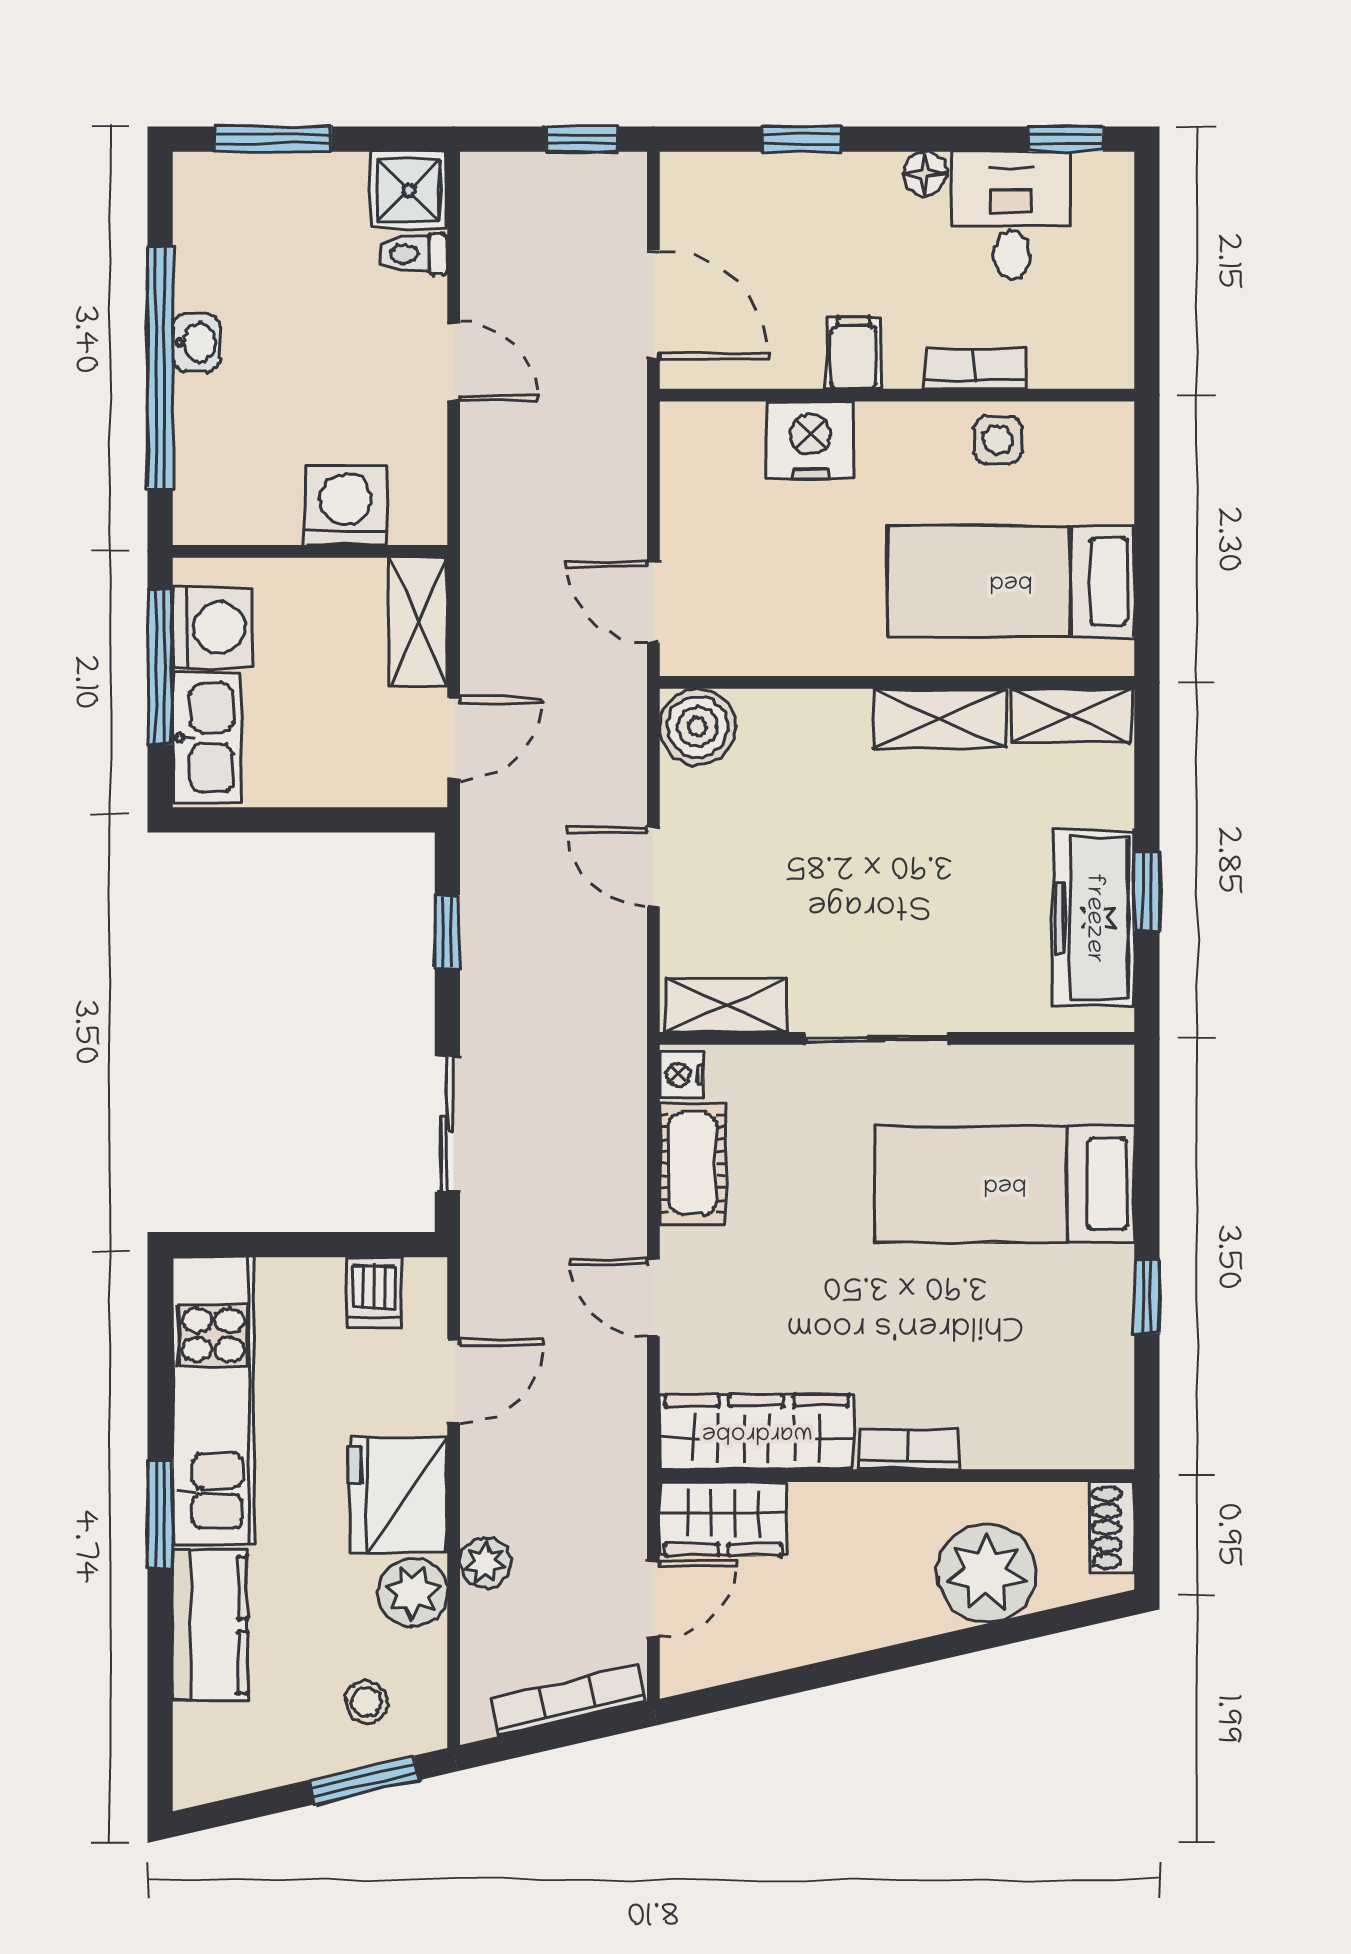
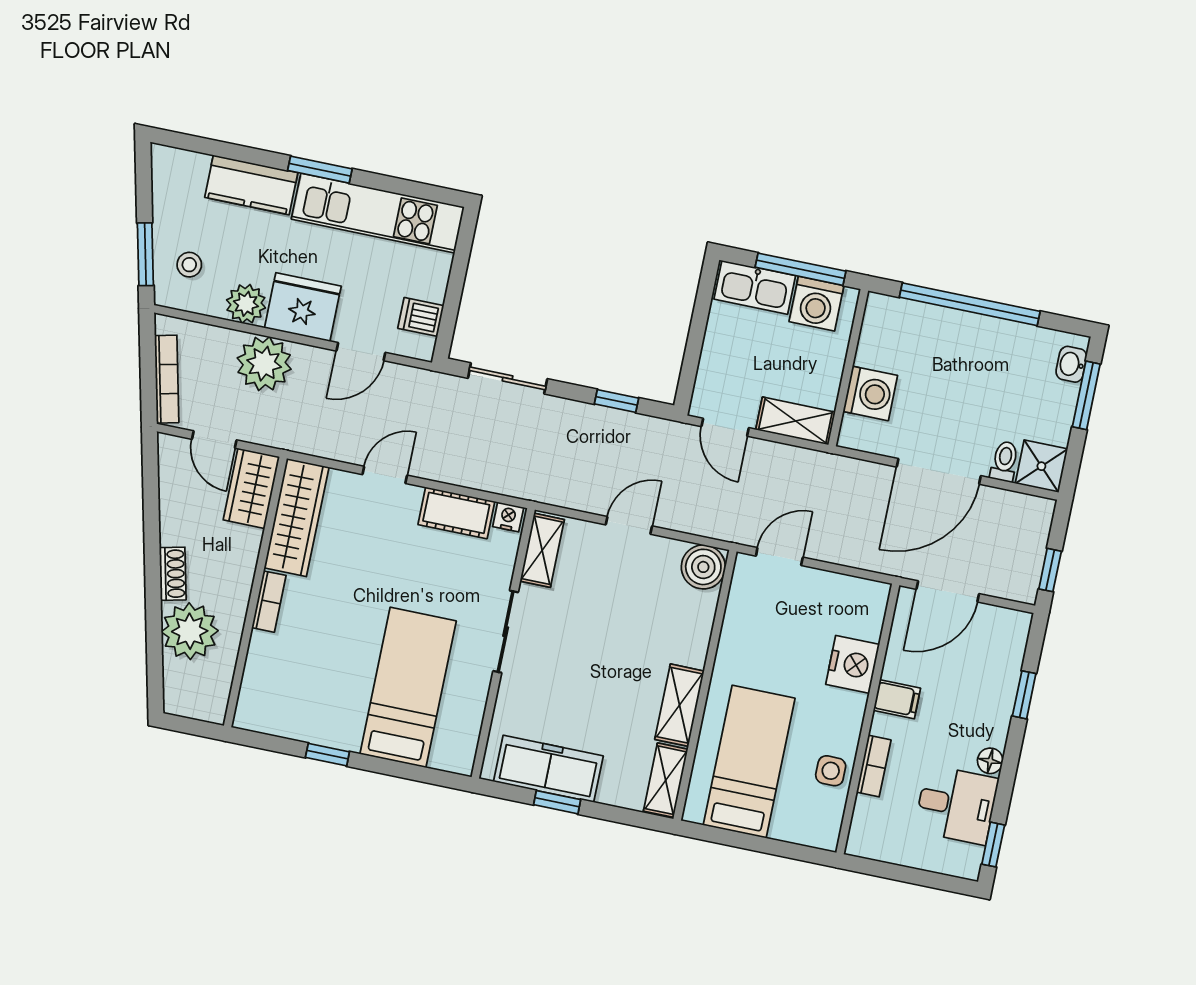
washbasin: (196, 342) -> (1071, 364), moved, turned 90
door: (454, 362) -> (939, 471), width x1.87
door: (454, 1381) -> (361, 352), hinge flipped
shoe rack: (1112, 1528) -> (173, 574), moved, turned 77
plant: (485, 1563) -> (264, 364), width x1.88, depth x1.88

